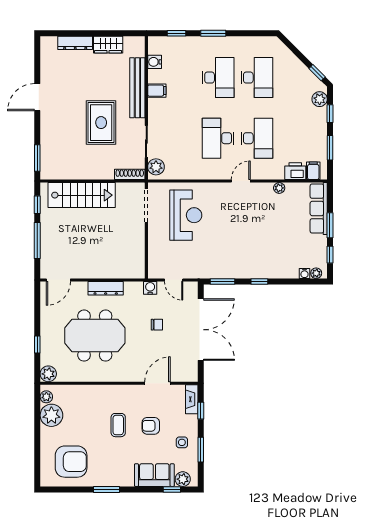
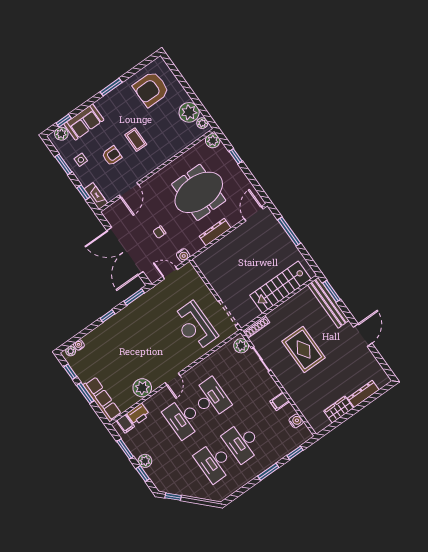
bench: (137, 88) -> (328, 303), moved
plant: (320, 99) -> (145, 461), moved
plant: (279, 188) -> (142, 388), width x1.87, depth x1.87
window: (37, 205) -> (307, 257), removed

